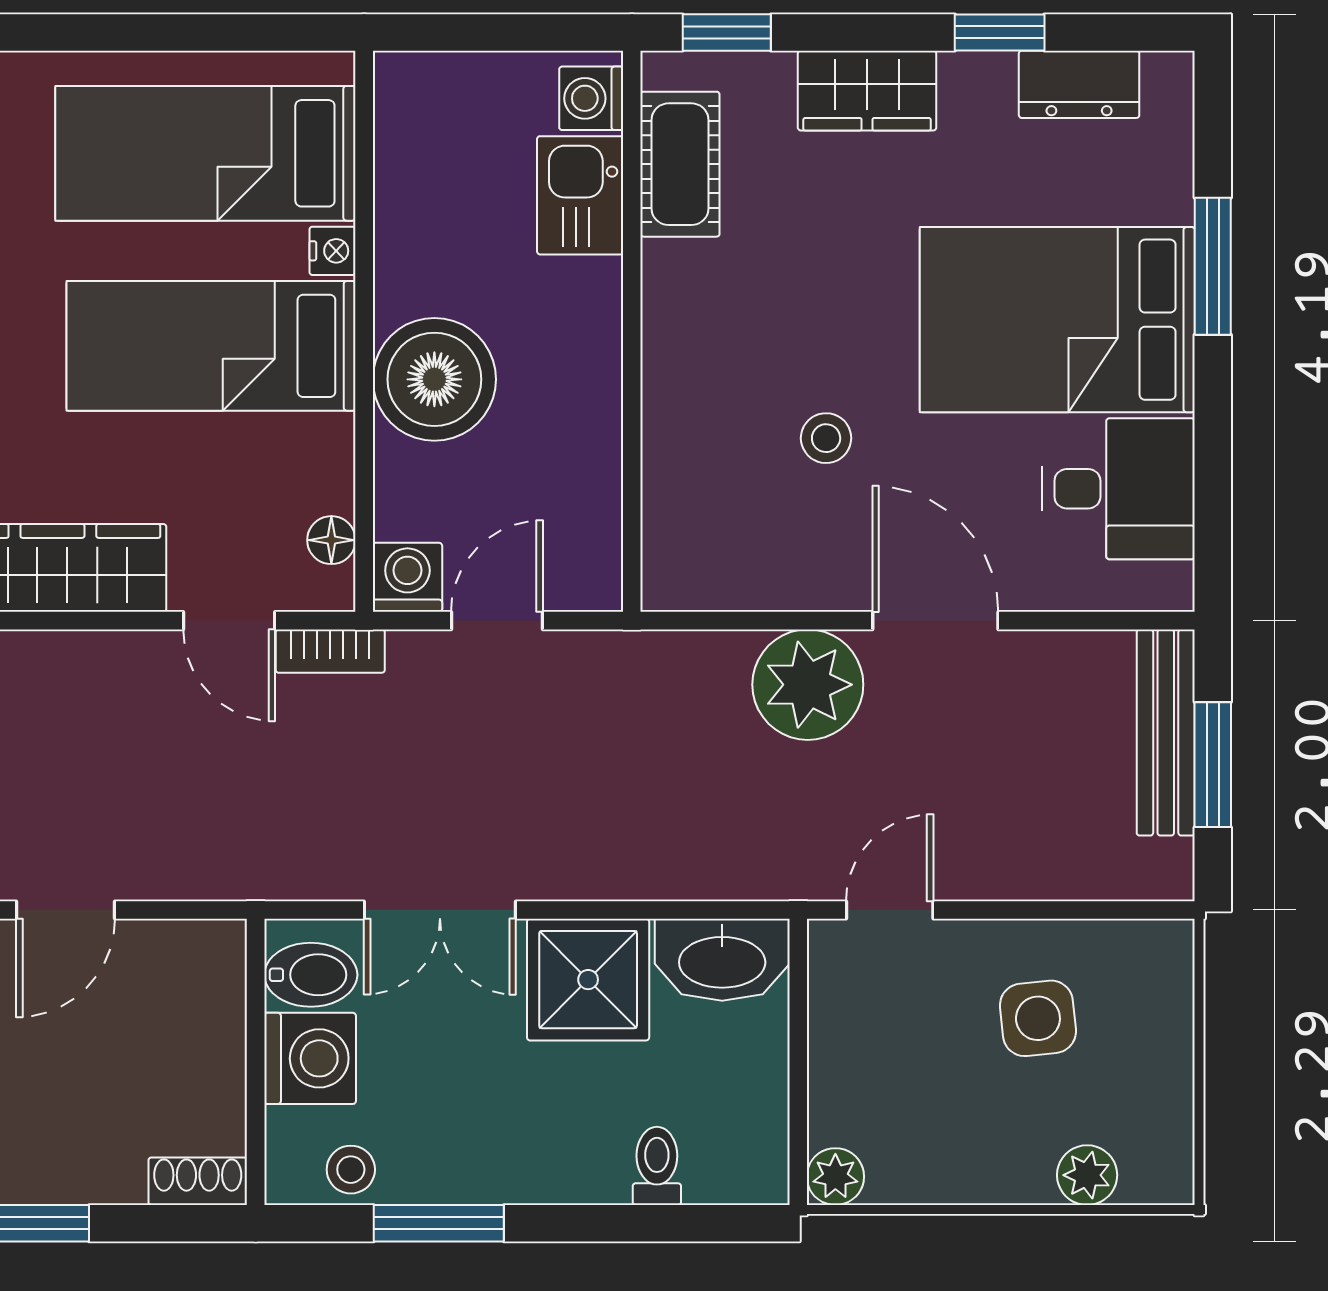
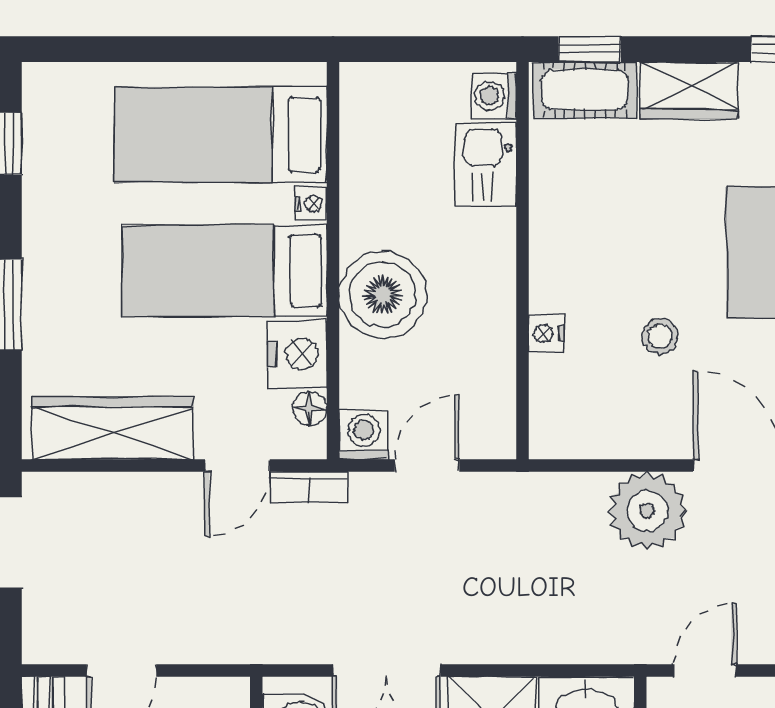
cot: (680, 164) -> (585, 90), moved, turned 90
nightstand: (665, 434) -> (546, 334), added
nightstand: (313, 463) -> (297, 354), added
door: (229, 621) -> (237, 466), hinge flipped

